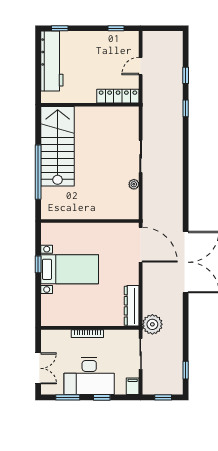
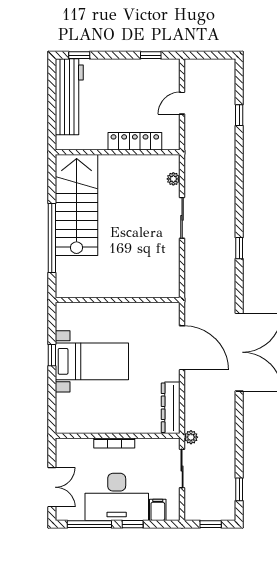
locker: (118, 96) -> (135, 141), moved
window: (186, 108) -> (239, 248), moved
plant: (134, 184) -> (173, 179), moved
door: (141, 245) -> (182, 348), moved
plant: (152, 324) -> (191, 437), width x0.53, depth x0.53
filing cabinet: (133, 386) -> (158, 510), moved
window: (68, 397) -> (89, 524), width x1.44

